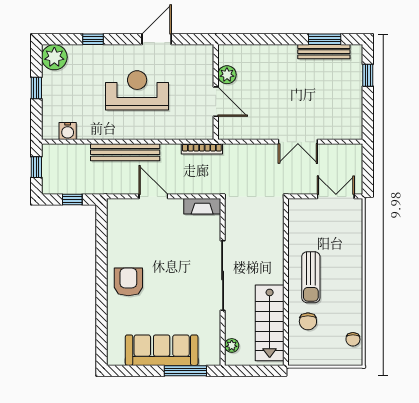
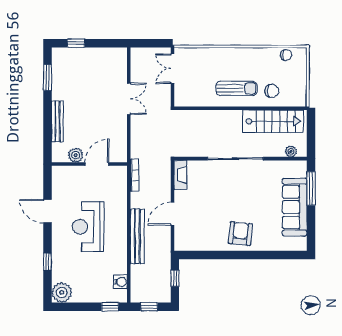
bench: (324, 52) -> (57, 121), moved
window: (36, 88) -> (110, 307), moved
armchair: (128, 282) -> (240, 234), turned 96

